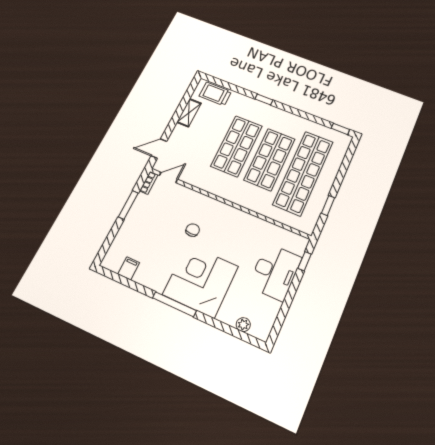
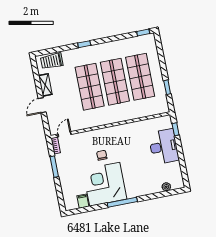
door: (159, 149) -> (42, 105), moved
shop shelf: (303, 173) -> (140, 77), width x0.71
corner desk: (200, 280) -> (105, 184), moved

